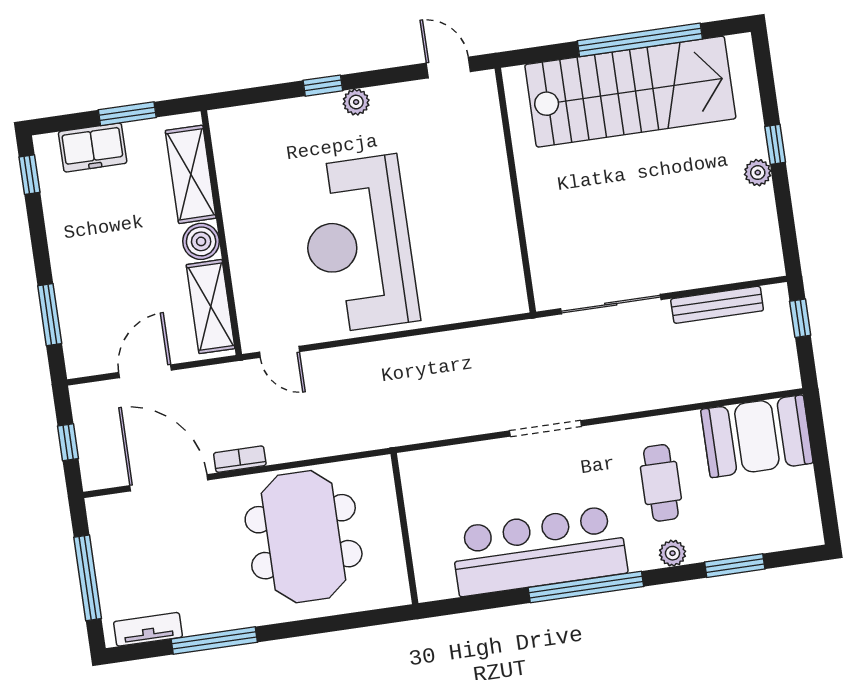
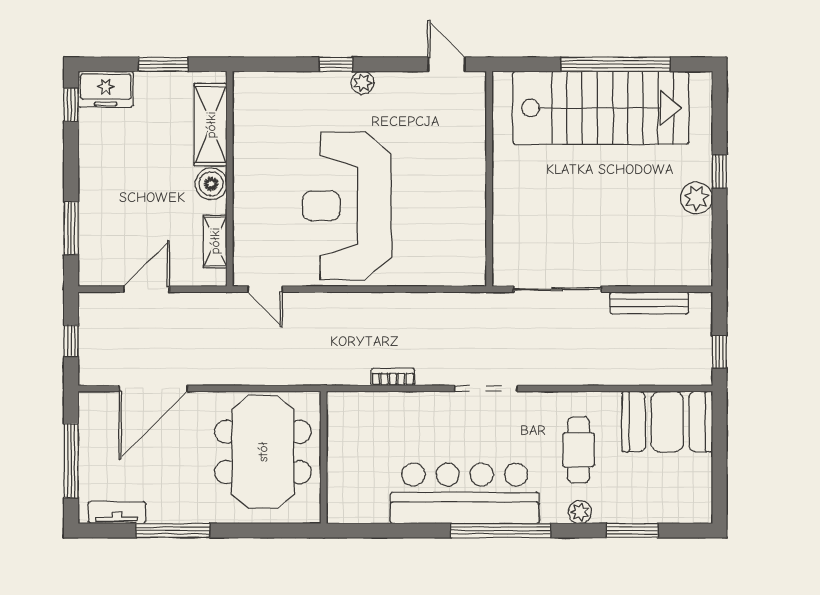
freezer: (93, 147) -> (106, 89), moved
plant: (758, 173) -> (696, 198), width x1.38, depth x1.38
shelving: (211, 307) -> (215, 241), width x0.67, depth x0.75
window: (800, 318) -> (719, 352), moved
bookcase: (240, 459) -> (393, 377), moved
door: (169, 483) -> (153, 388), swing flipped
wall: (404, 529) -> (324, 457), moved

